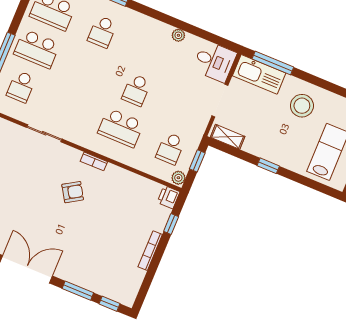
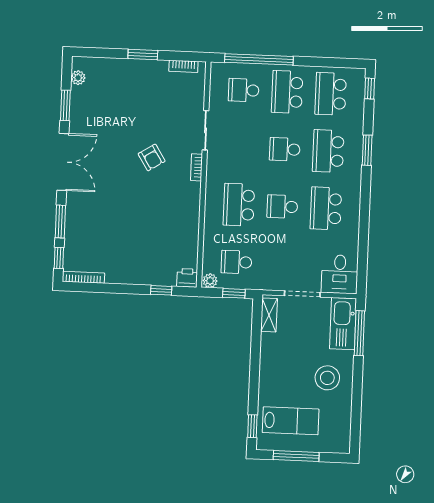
school desk: (102, 32) -> (328, 151), width x1.85
plant: (178, 35) -> (353, 229), removed
school desk: (152, 52) -> (326, 208), added
school desk: (87, 69) -> (285, 149), added
bookcase: (94, 161) -> (196, 167), moved
window: (268, 166) -> (252, 426), moved
armchair: (73, 192) -> (152, 157), moved
bookcase: (150, 251) -> (83, 277), moved

